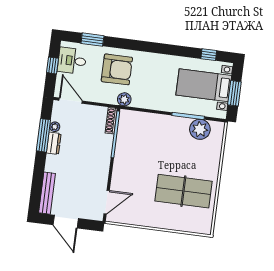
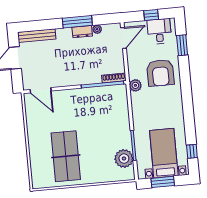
window: (43, 135) -> (77, 22), moved

